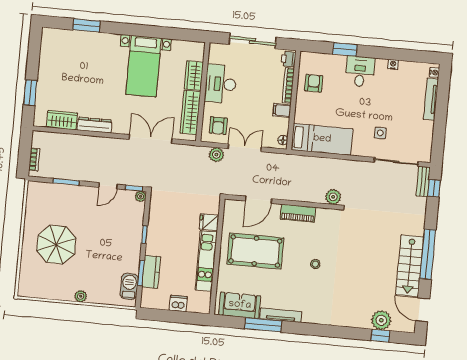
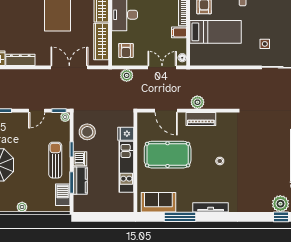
bed: (322, 139) -> (216, 32), moved
double door: (245, 148) -> (162, 67), moved
plant: (333, 197) -> (197, 102), moved
door: (259, 200) -> (166, 111), hinge flipped
stool: (164, 216) -> (87, 132), added
sun lounger: (124, 245) -> (55, 160), added
dishwasher: (178, 304) -> (80, 159), moved, turned 90
tv unit: (281, 315) -> (211, 207), moved

